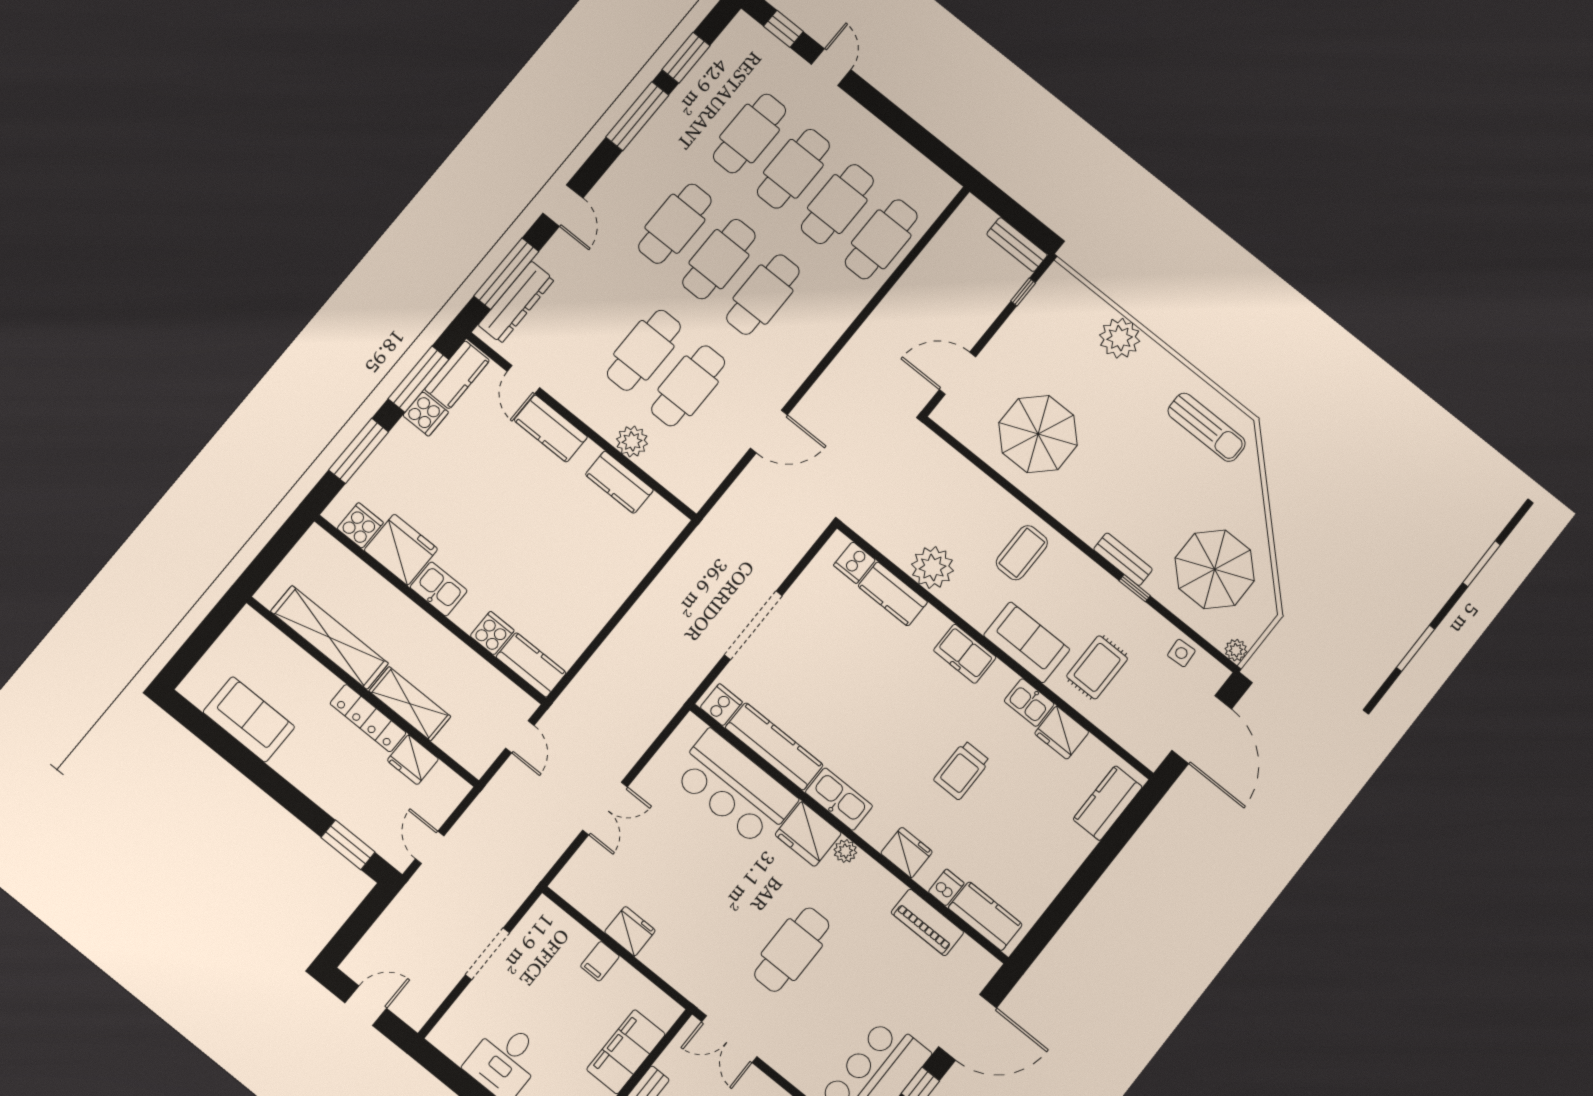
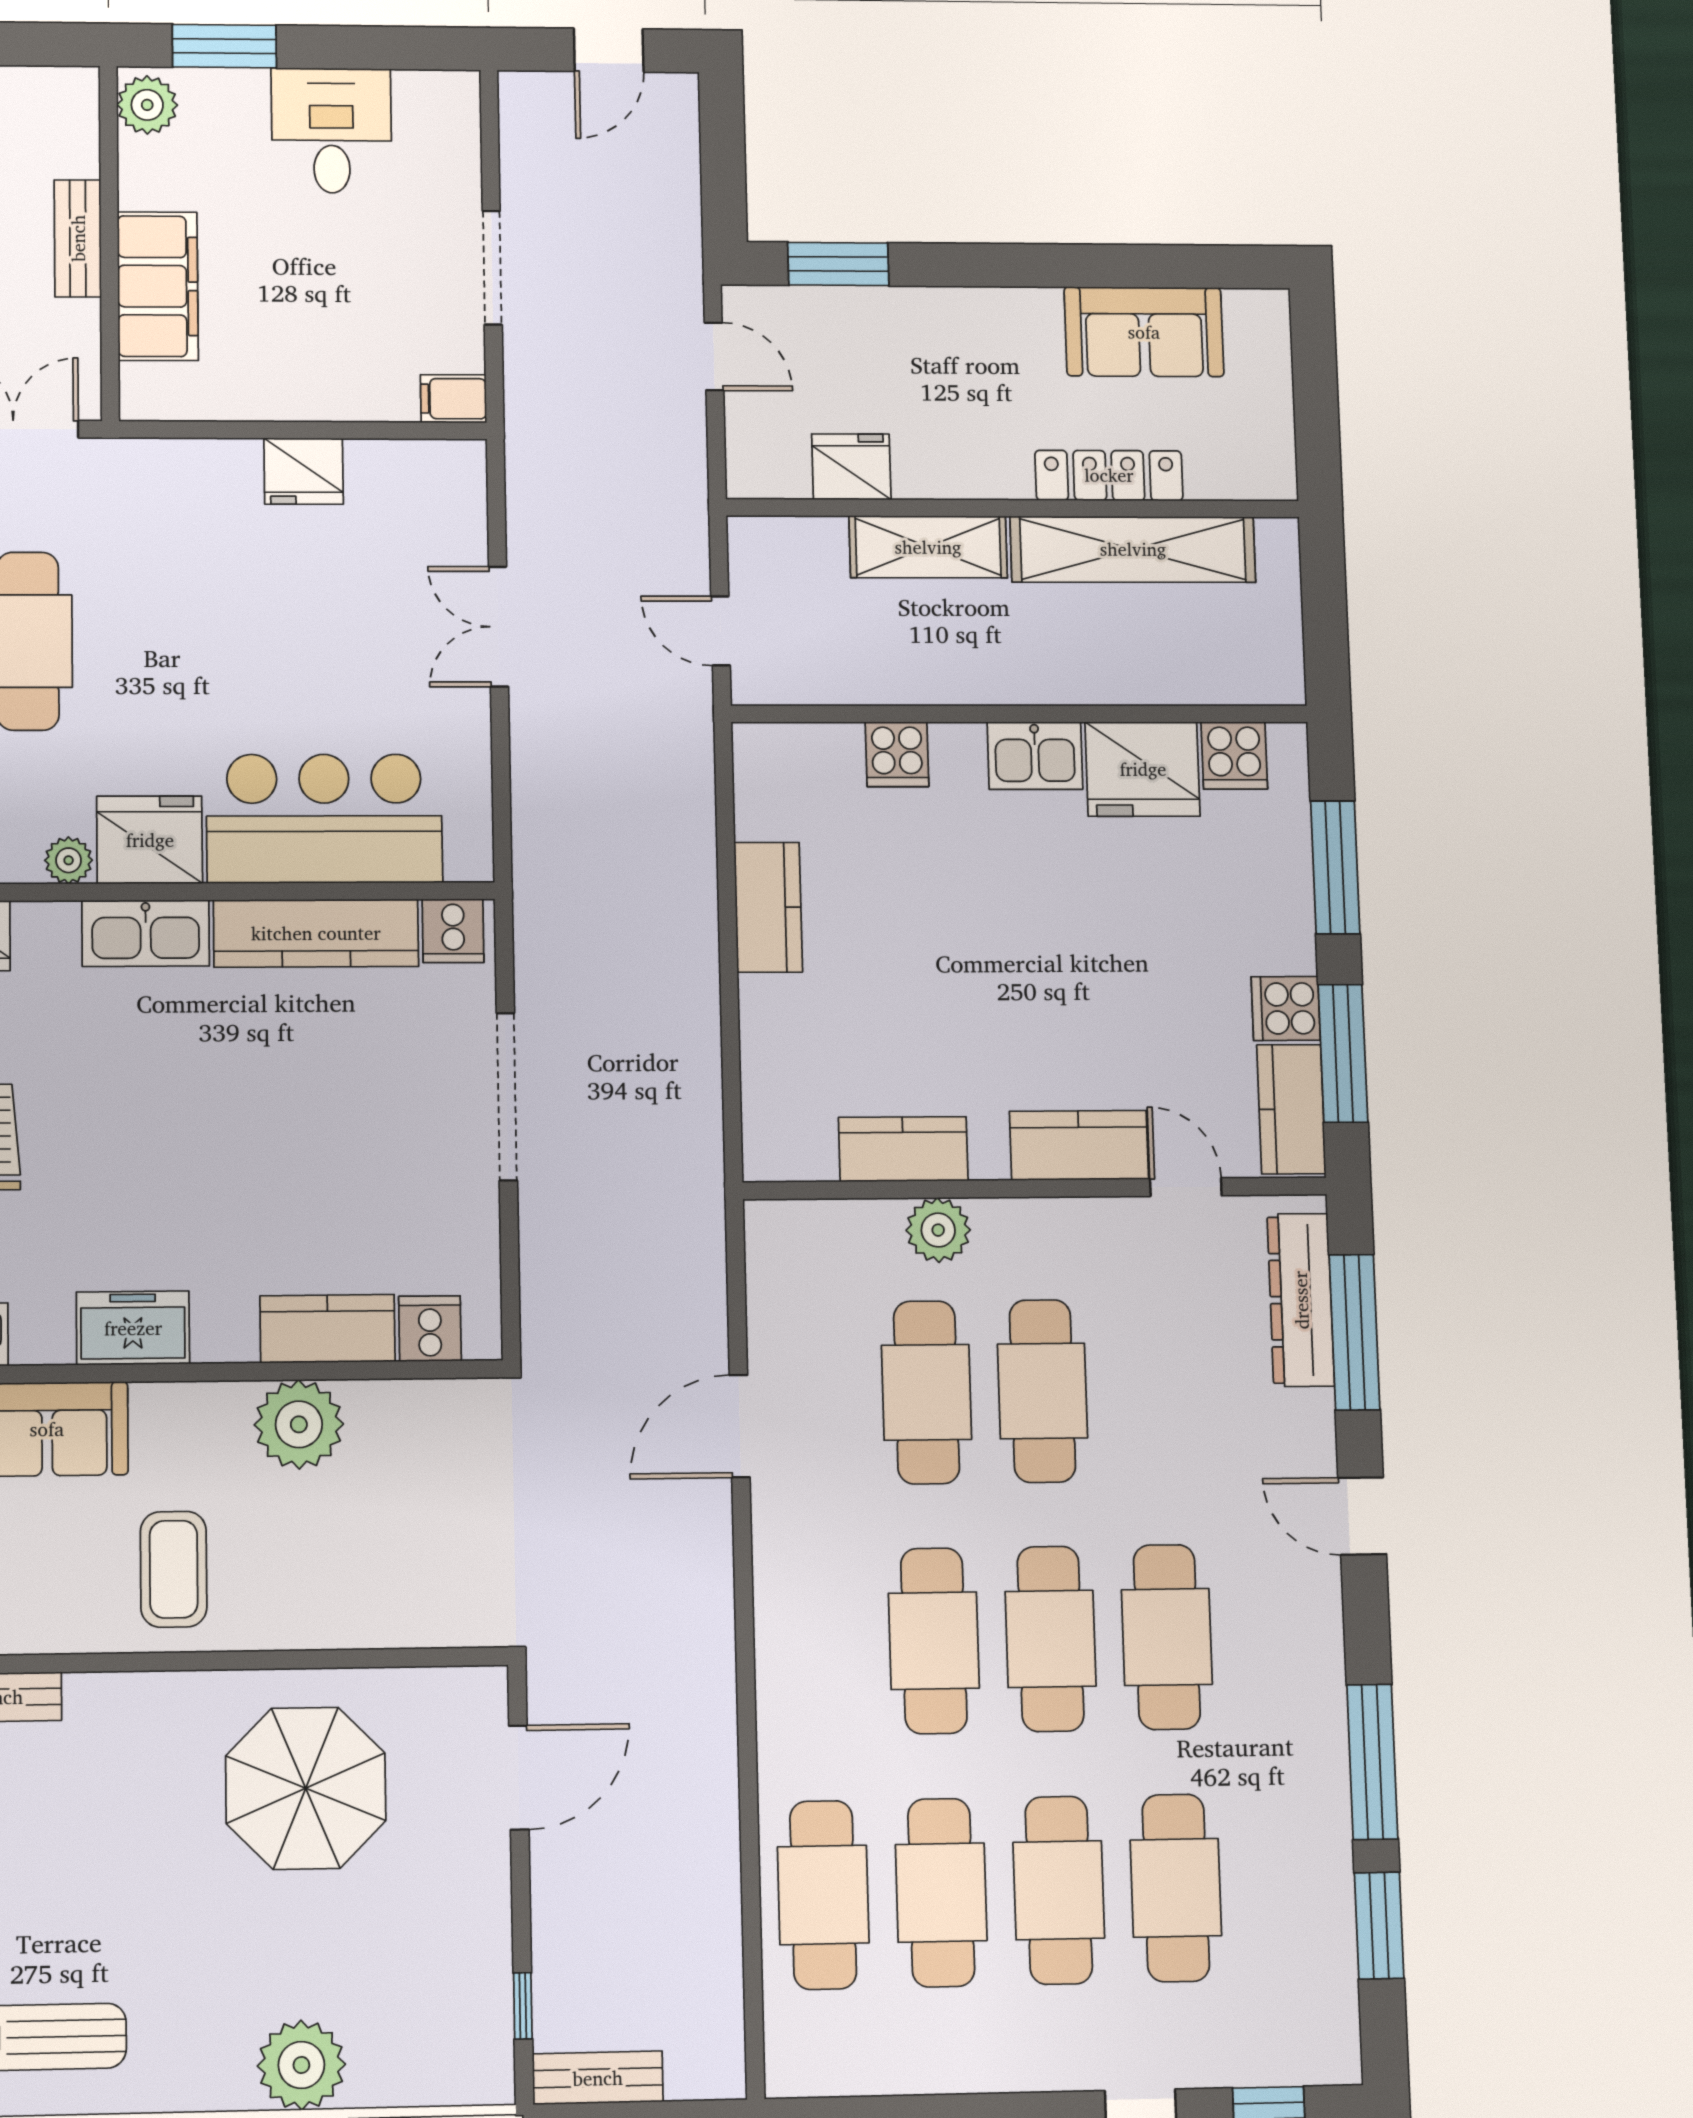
kitchen counter: (531, 665) -> (768, 907), moved, turned -90
locker: (368, 718) -> (1109, 475), moved
filing cabinet: (600, 961) -> (454, 399), moved, turned -90

